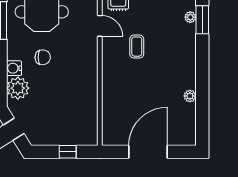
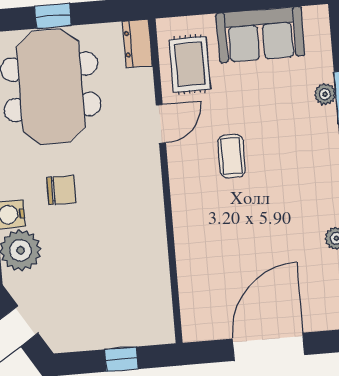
door: (100, 26) -> (161, 124), hinge flipped

